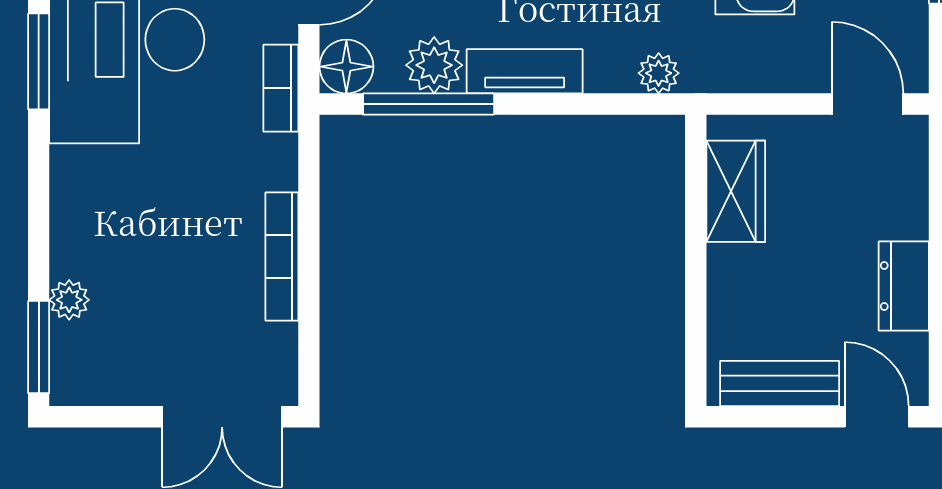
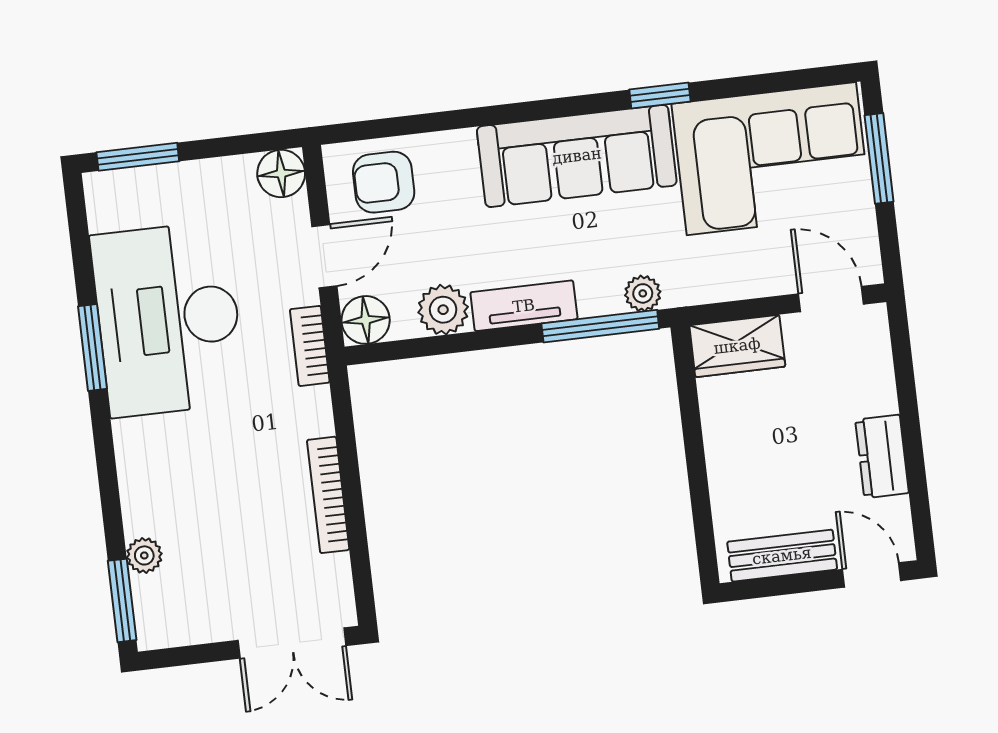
window: (429, 104) -> (600, 326), moved
wardrobe: (736, 191) -> (737, 346), moved, turned 90

